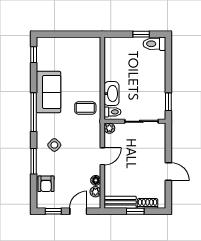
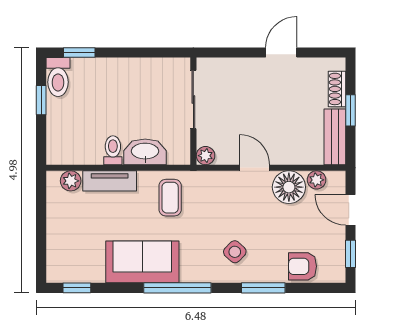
plant: (95, 51) -> (71, 181), added
tv unit: (95, 73) -> (110, 181), added
window: (168, 102) -> (79, 52), moved
toilet: (112, 112) -> (113, 150), moved
floor lamp: (96, 180) -> (289, 187), width x1.89, depth x1.89
armchair: (46, 184) -> (303, 266), turned 180

